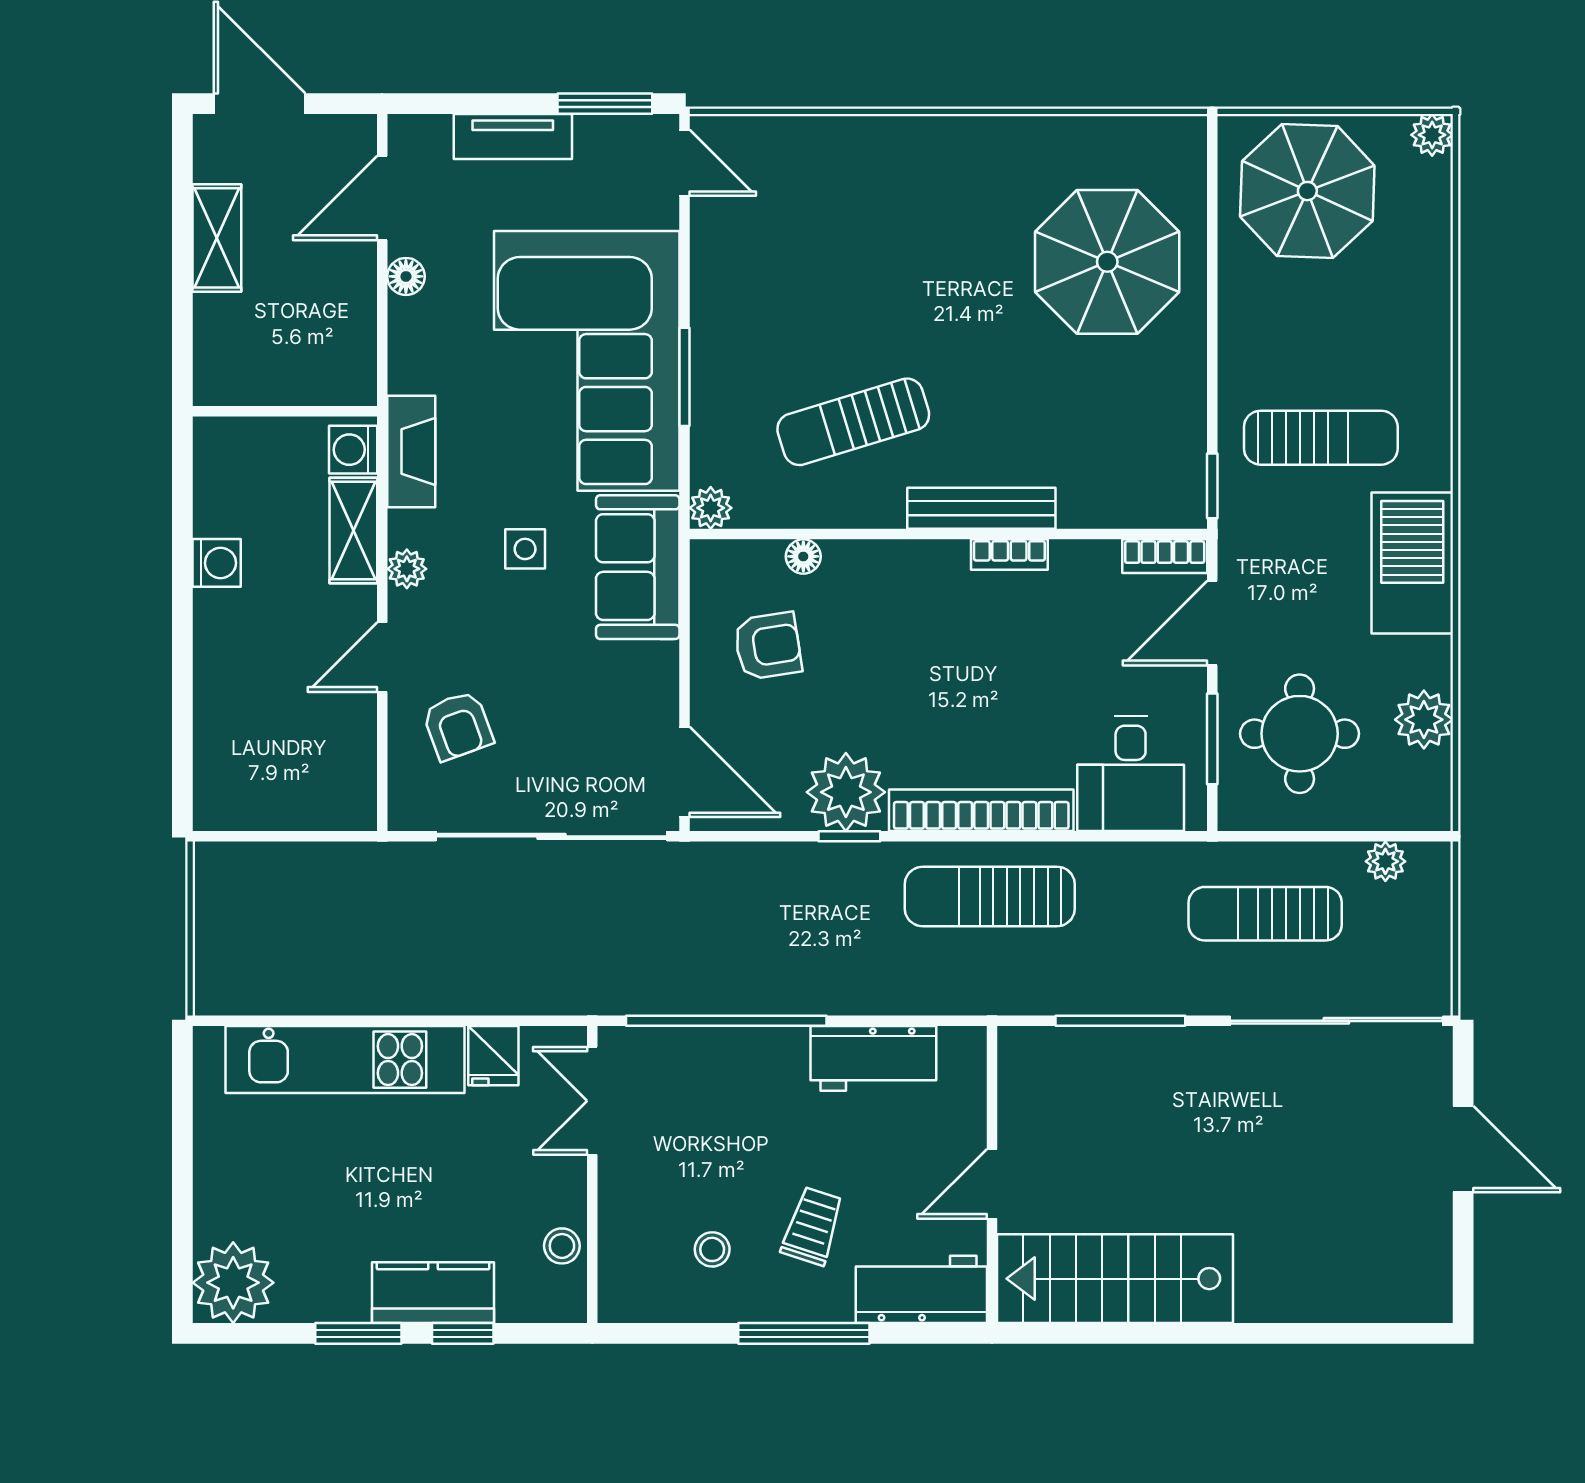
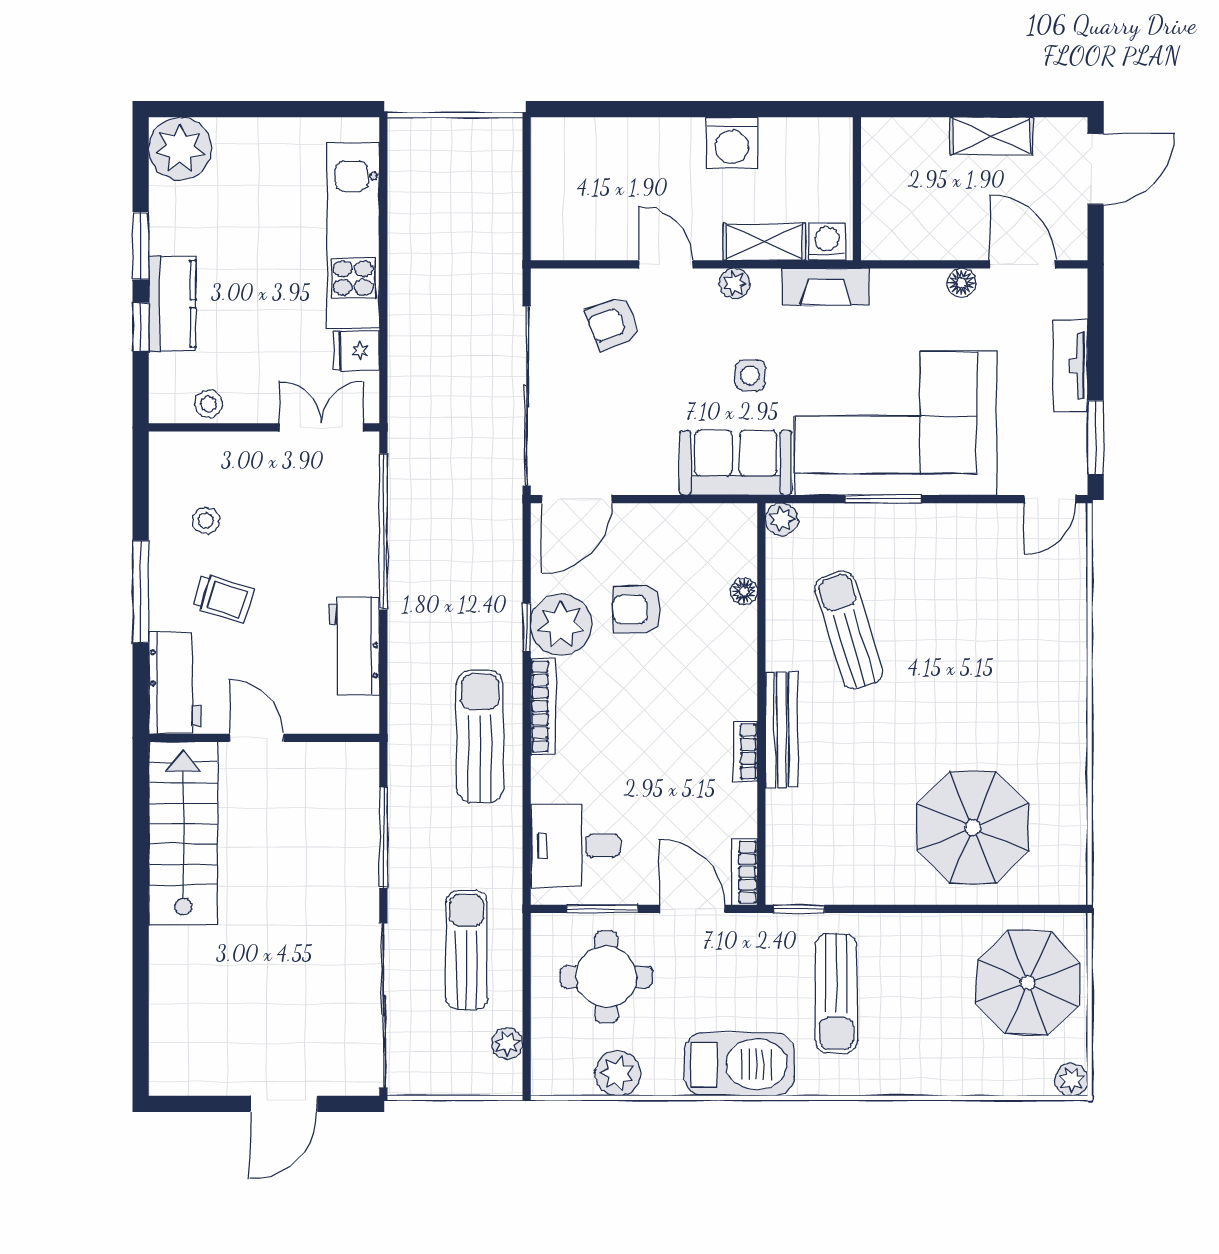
washing machine: (217, 563) -> (732, 143), width x1.38, depth x1.38
armchair: (768, 646) -> (637, 609), moved, turned 99
bookcase: (981, 810) -> (543, 706), width x0.68, depth x0.76

